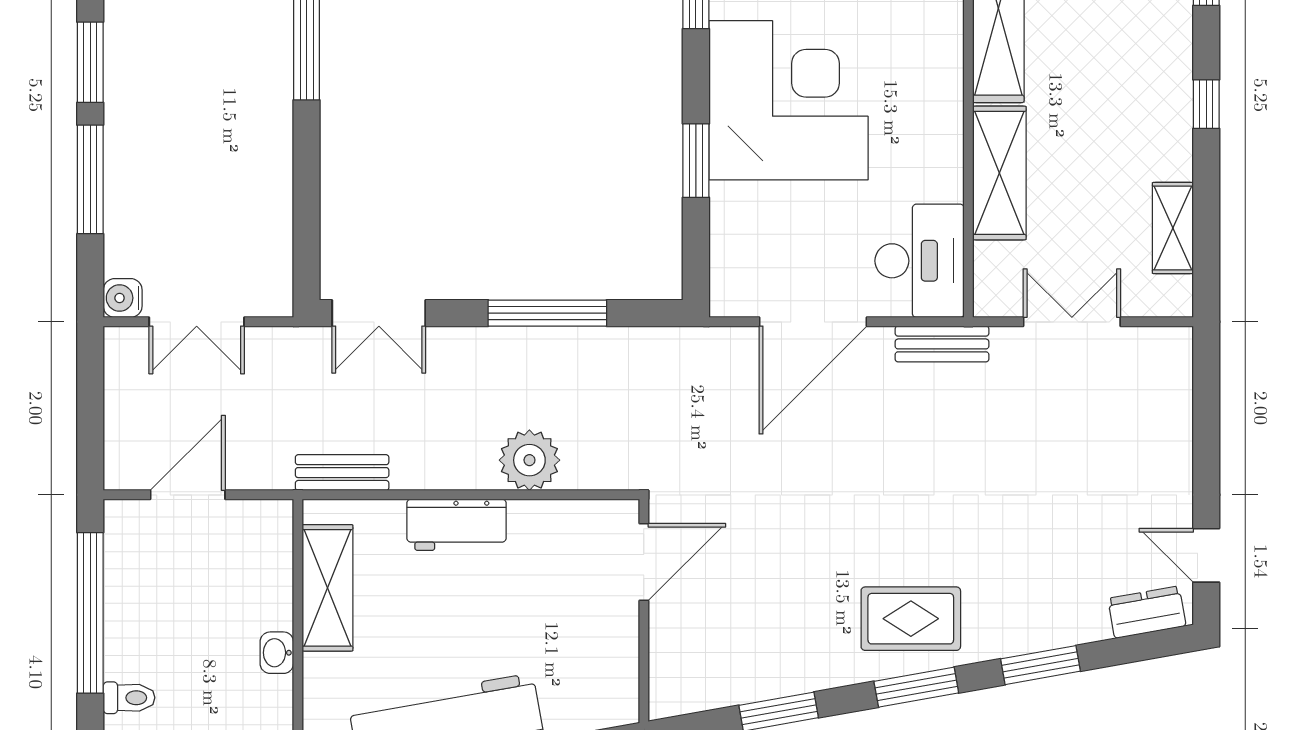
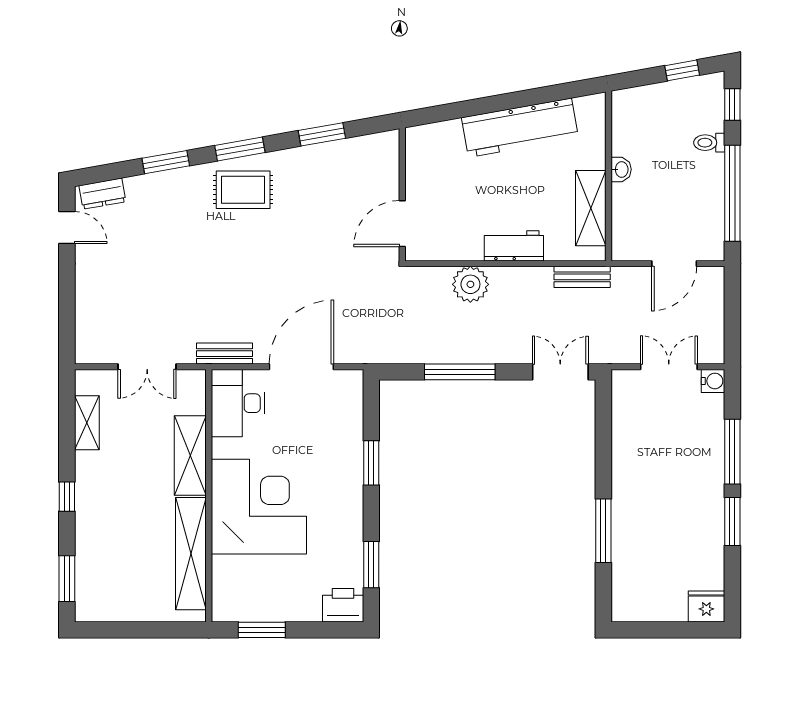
corner desk: (788, 100) -> (259, 507), moved, turned 180

